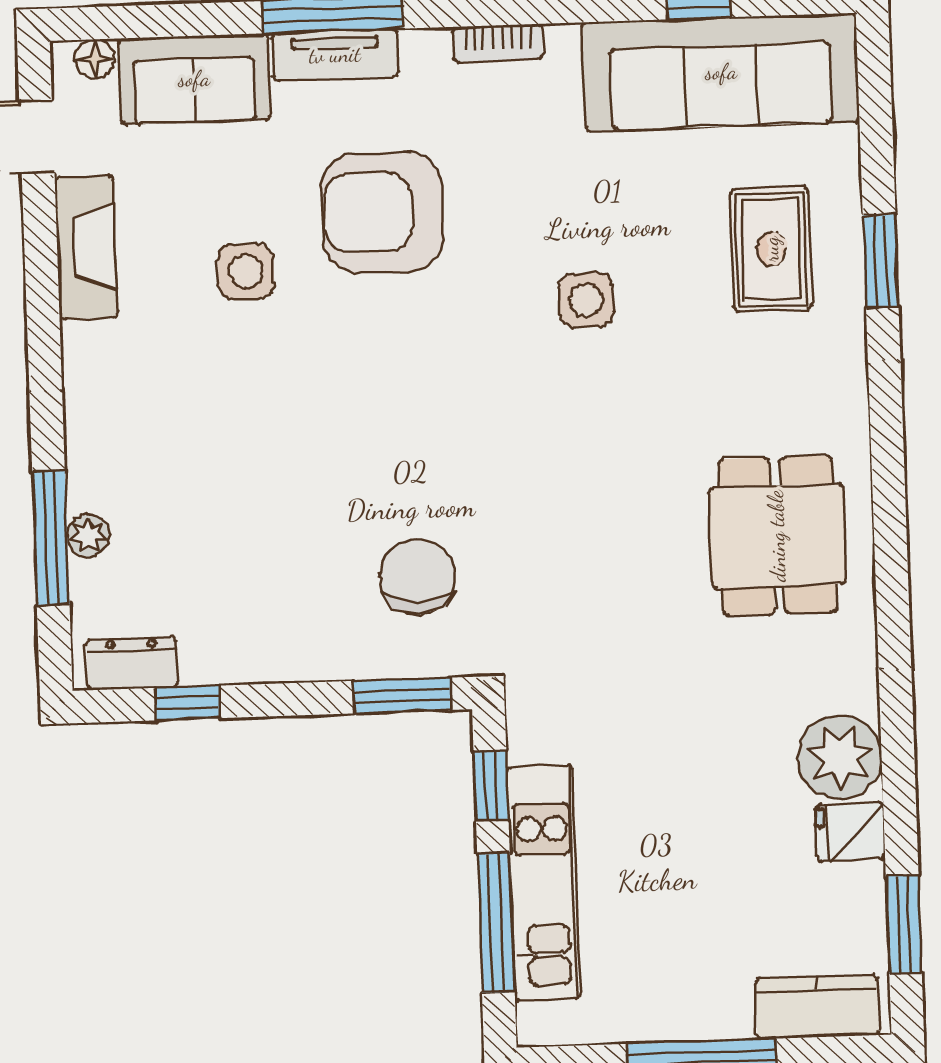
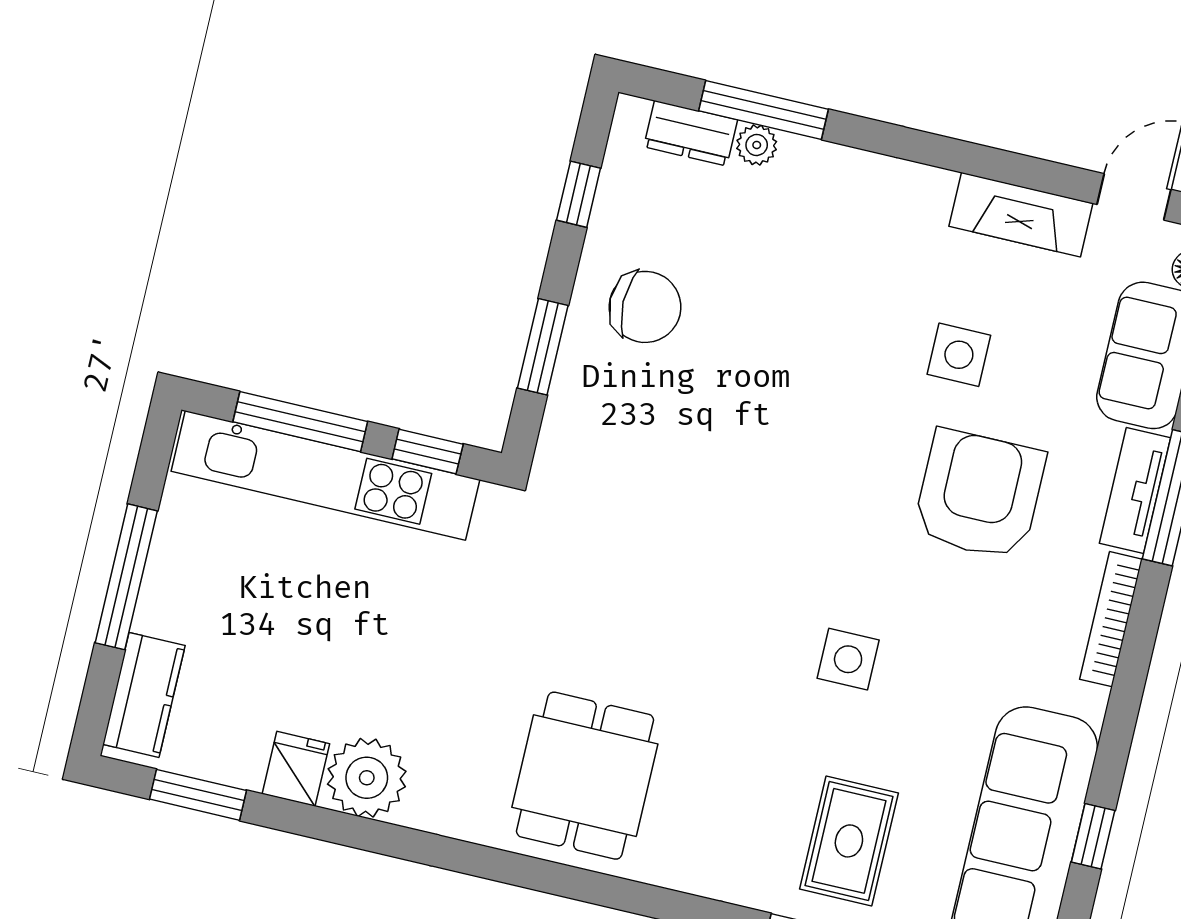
bookcase: (498, 43) -> (1111, 619), width x1.56
rug: (771, 249) -> (849, 841), turned 90
dining table: (777, 536) -> (585, 776), turned 90
chair: (418, 577) -> (645, 307), moved
dresser: (132, 663) -> (691, 133), moved, turned 90
window: (402, 695) -> (543, 347), moved
kitchen unit: (544, 883) -> (325, 475), width x1.36

